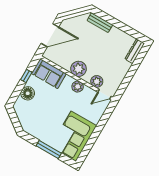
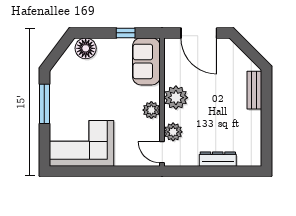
dresser: (135, 51) -> (218, 159), moved
floor lamp: (28, 93) -> (86, 48), moved
window: (49, 149) -> (44, 104), moved

